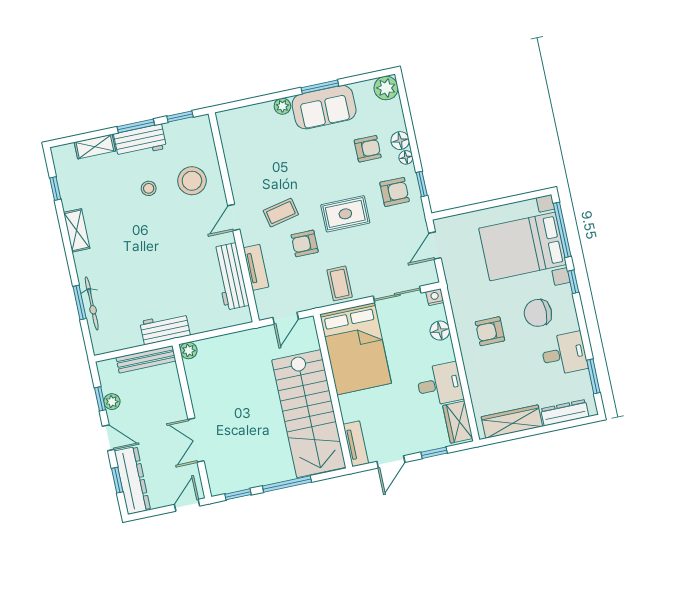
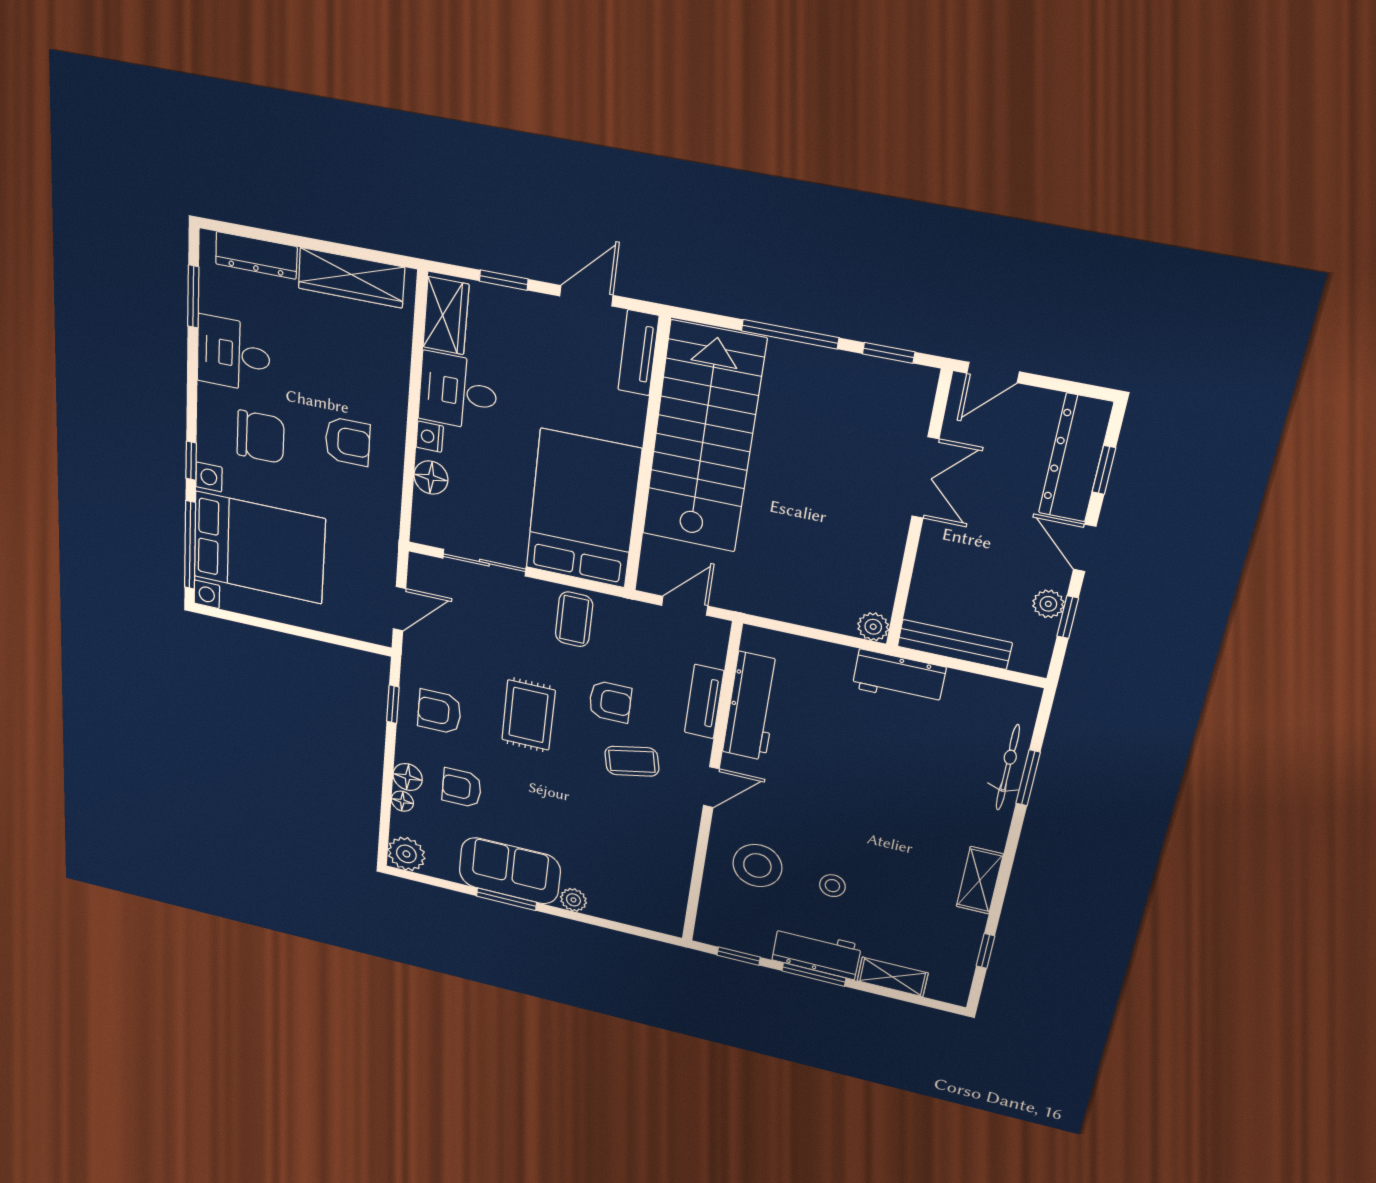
floor lamp: (406, 157) -> (402, 801), moved
rug: (345, 214) -> (528, 715), turned 90
nightstand: (435, 297) -> (430, 437), moved, turned 90

